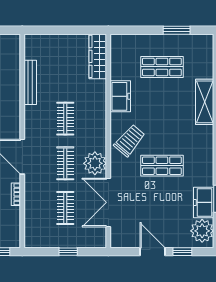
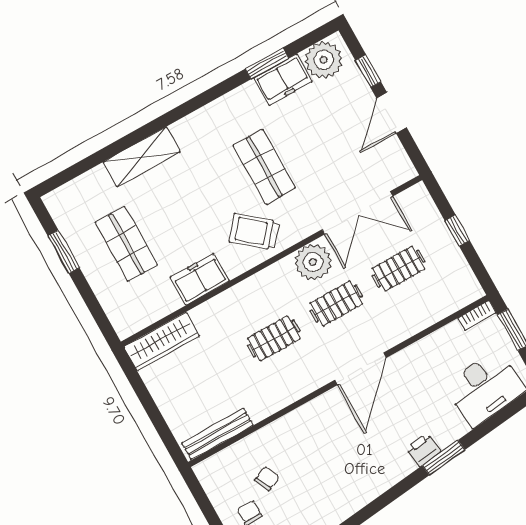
bench: (30, 82) -> (217, 434), moved
bookcase: (16, 194) -> (477, 315), moved

